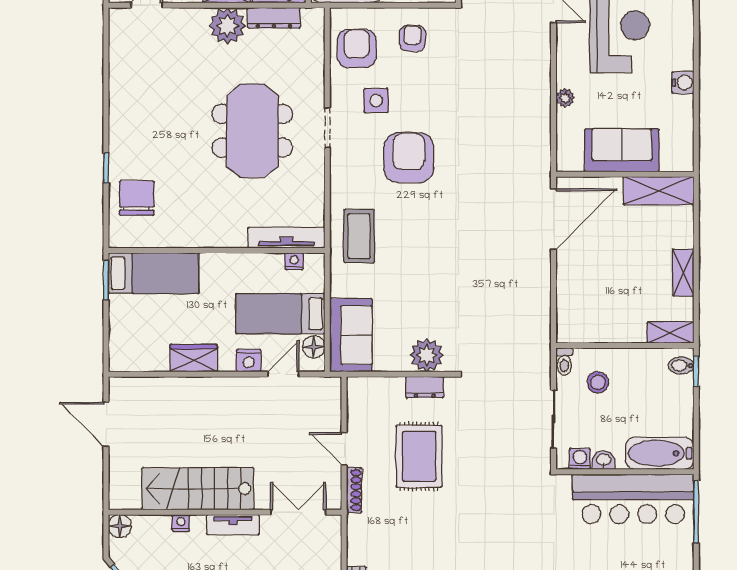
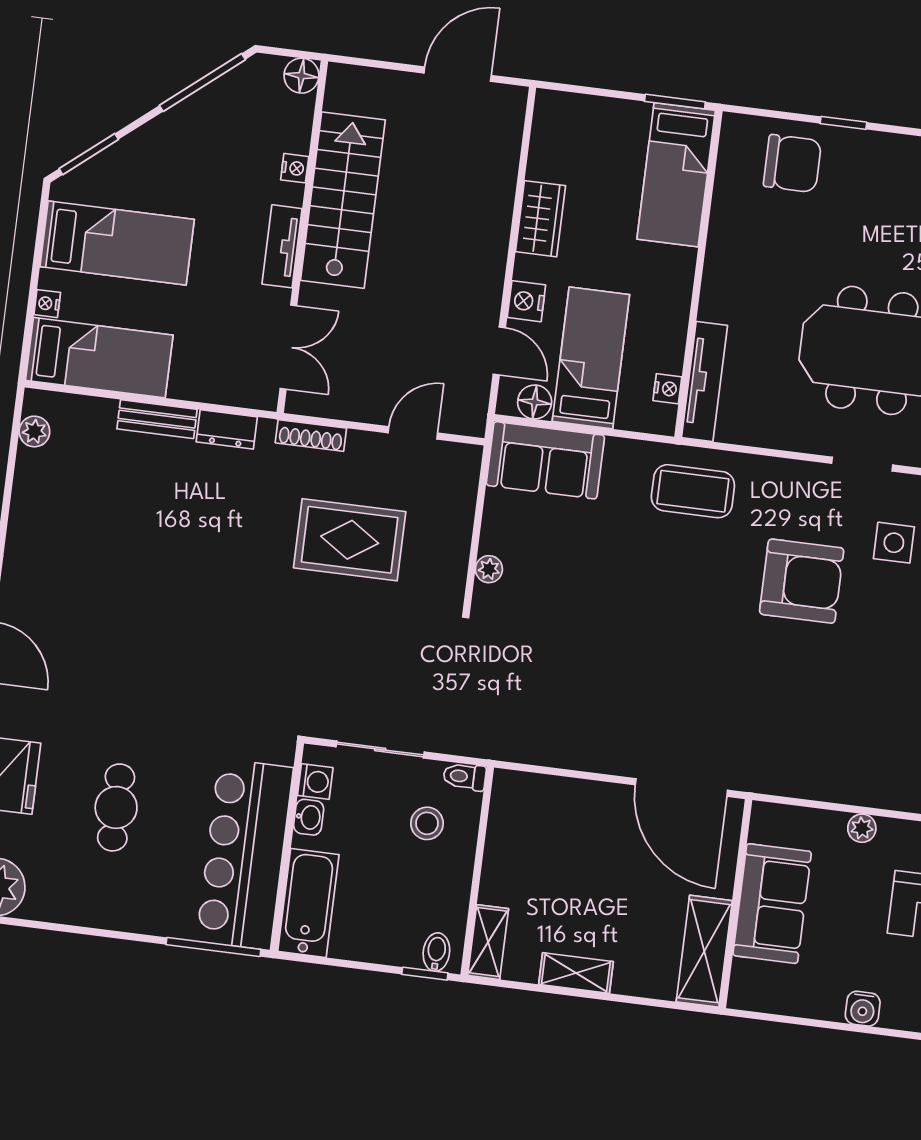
plant: (427, 355) -> (489, 569), width x0.53, depth x0.53
dresser: (425, 387) -> (227, 429), moved, turned -90
door: (344, 449) -> (413, 433), moved

